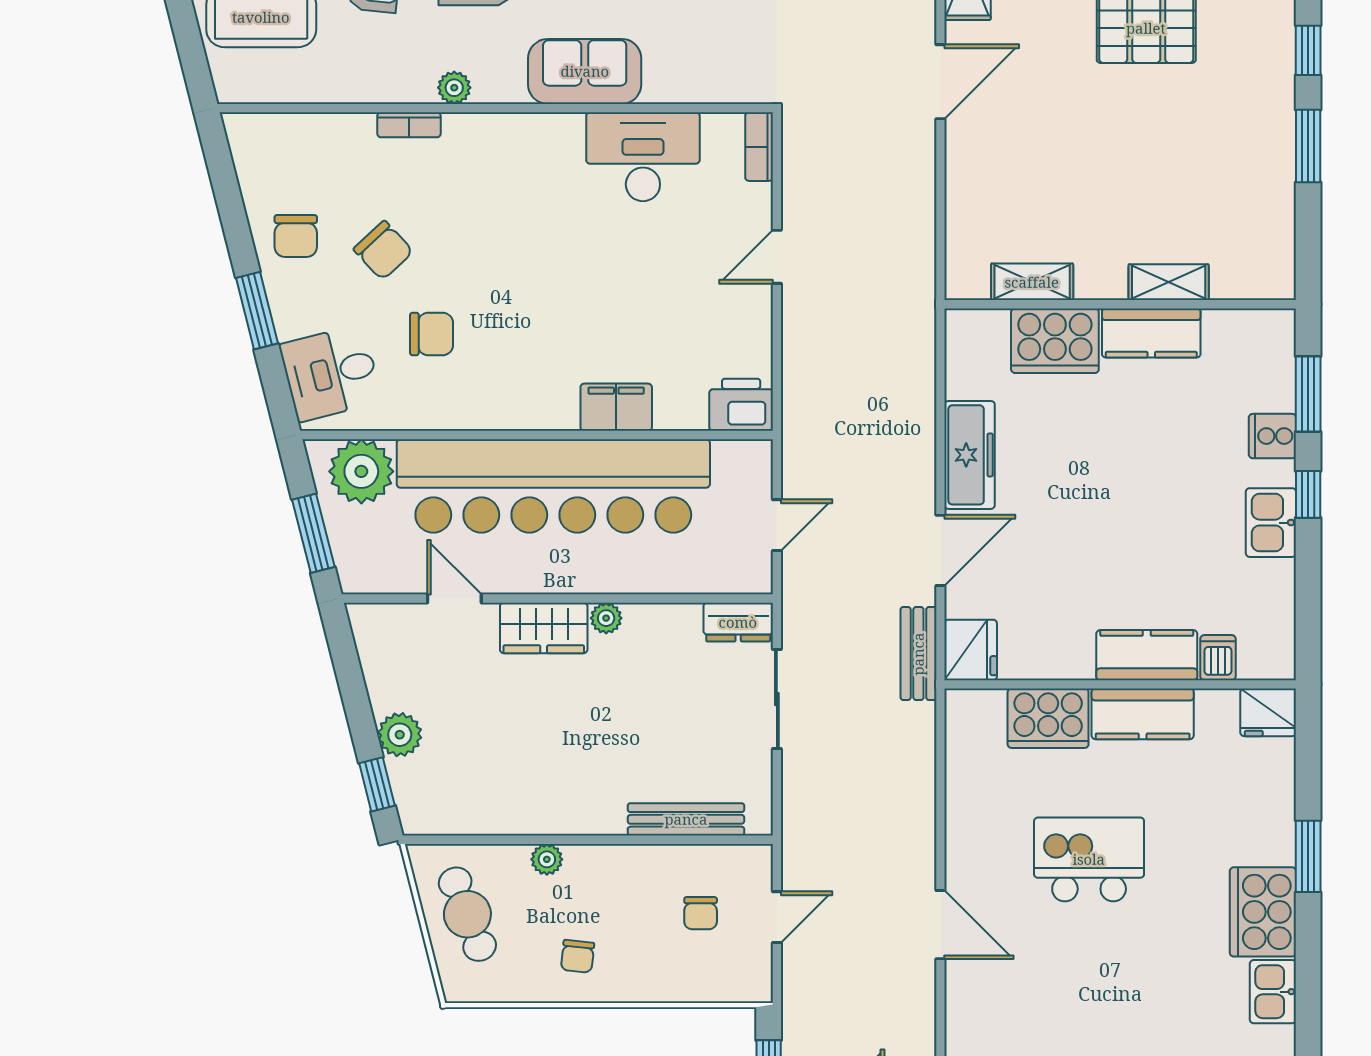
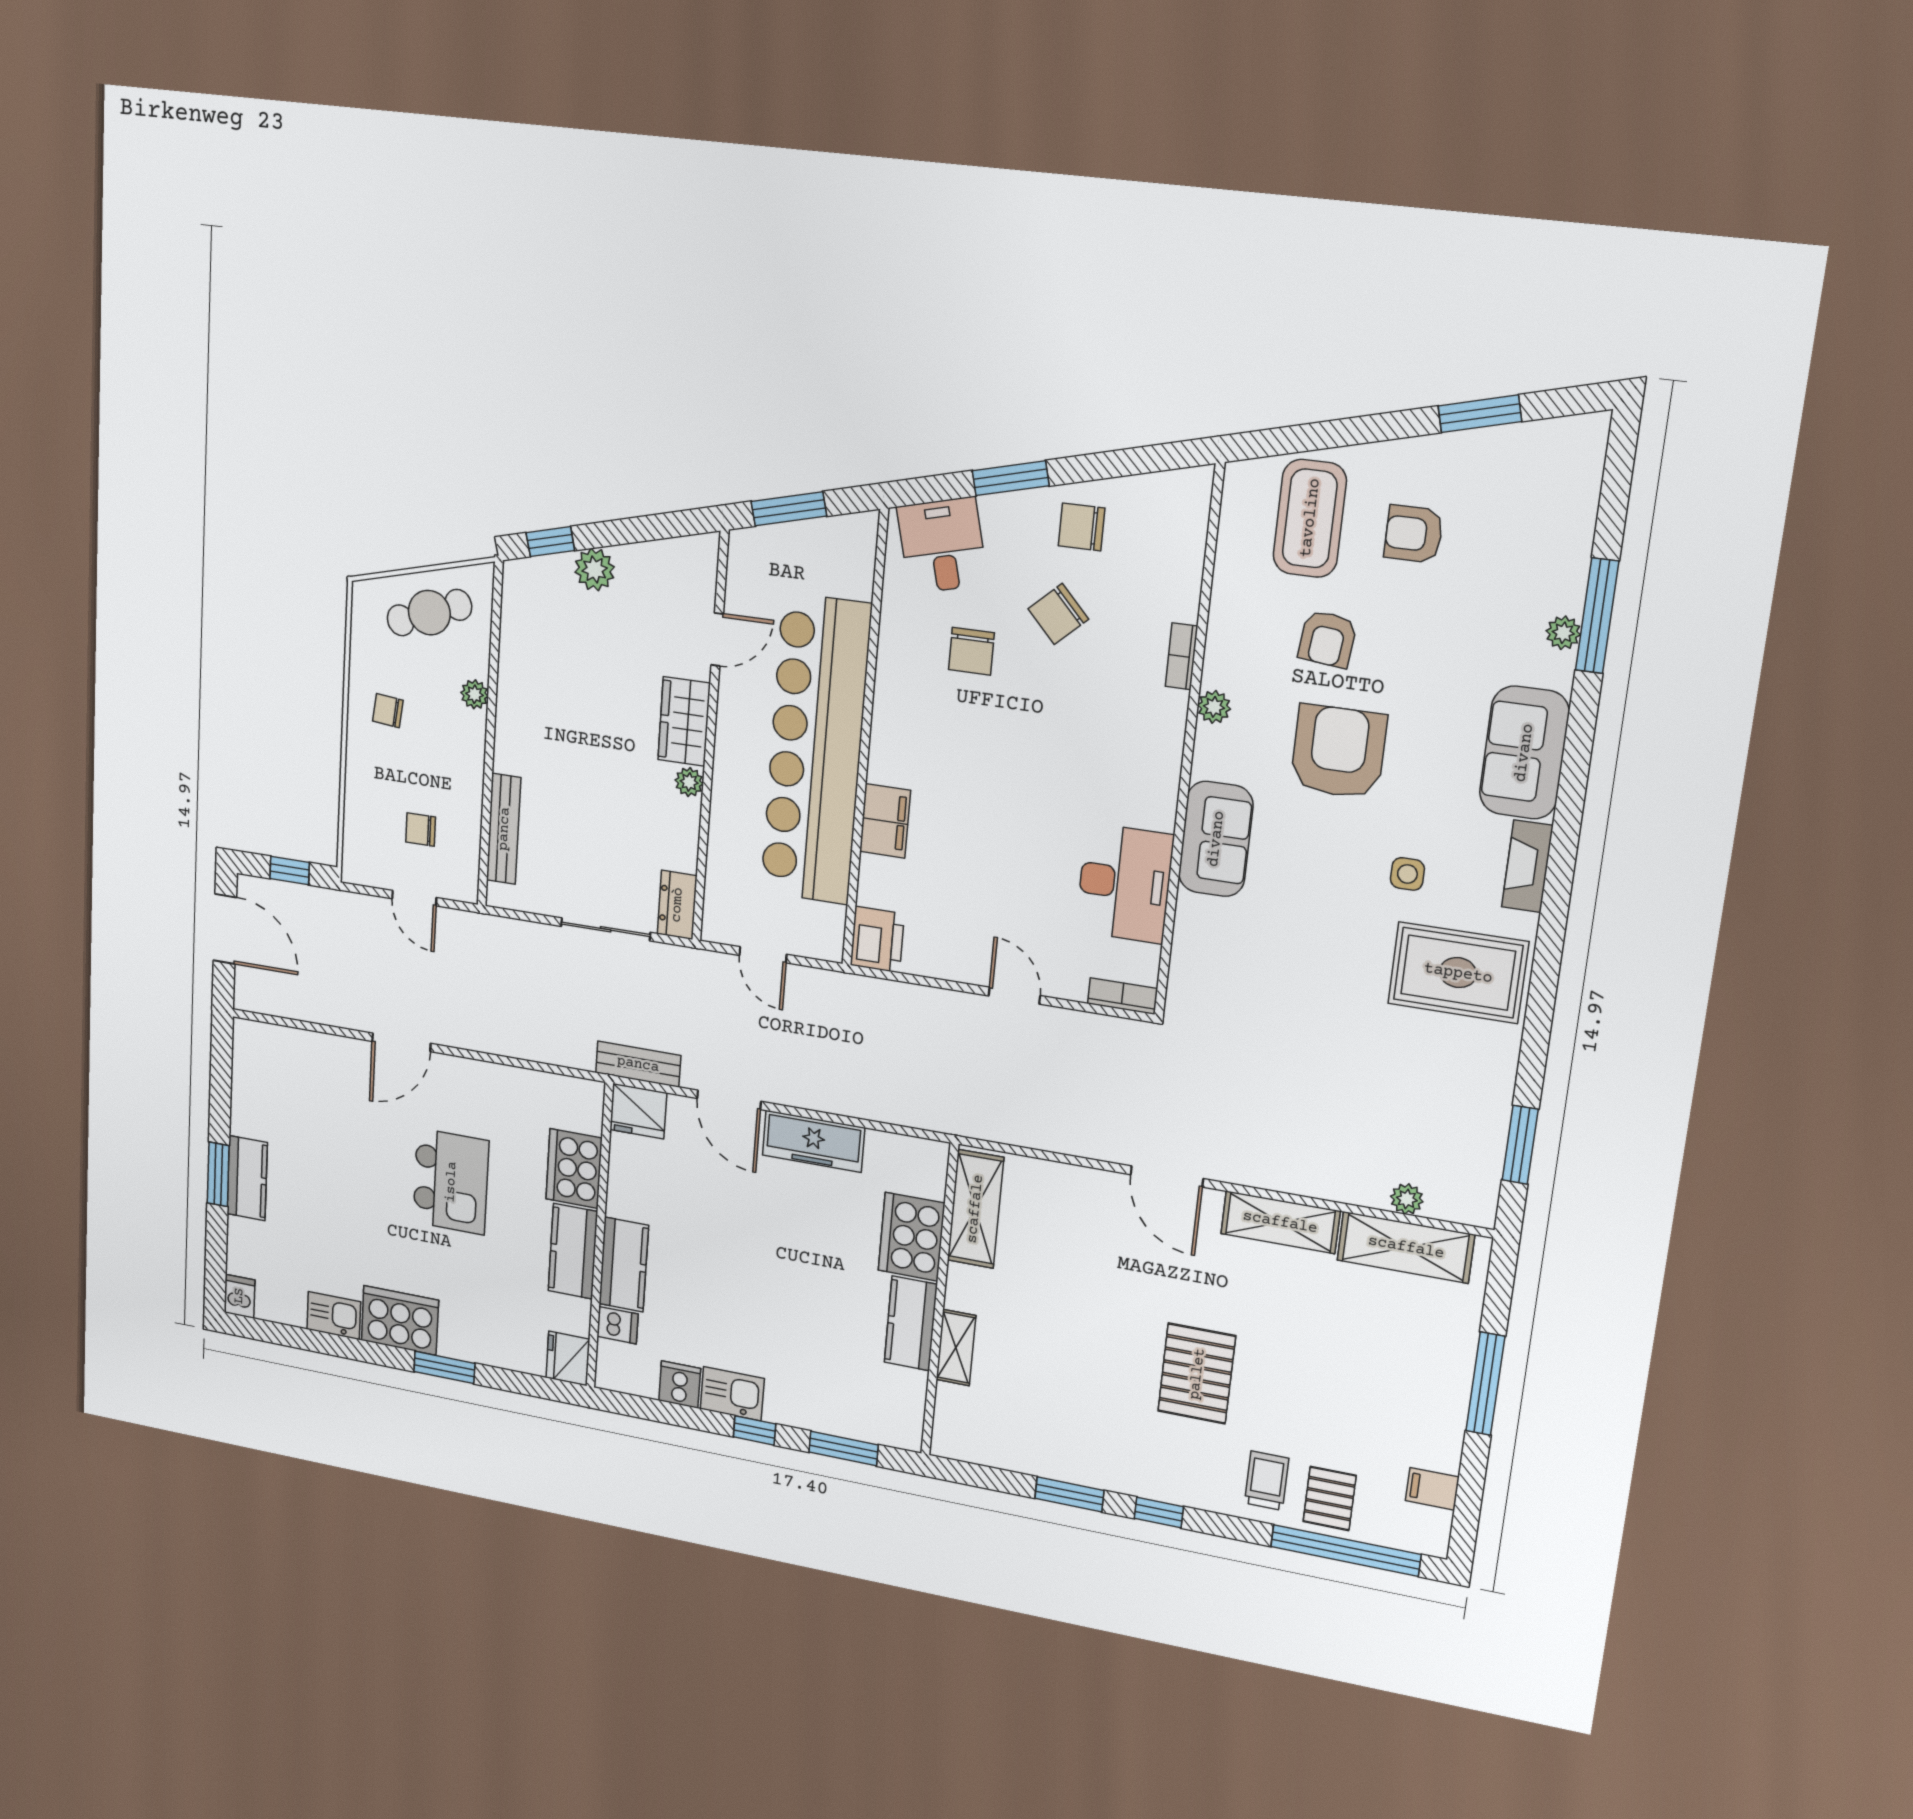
shelving: (1032, 282) -> (975, 1209), width x1.50, depth x1.33
cooker: (1272, 436) -> (680, 1384), moved
plant: (361, 471) -> (844, 564), removed

